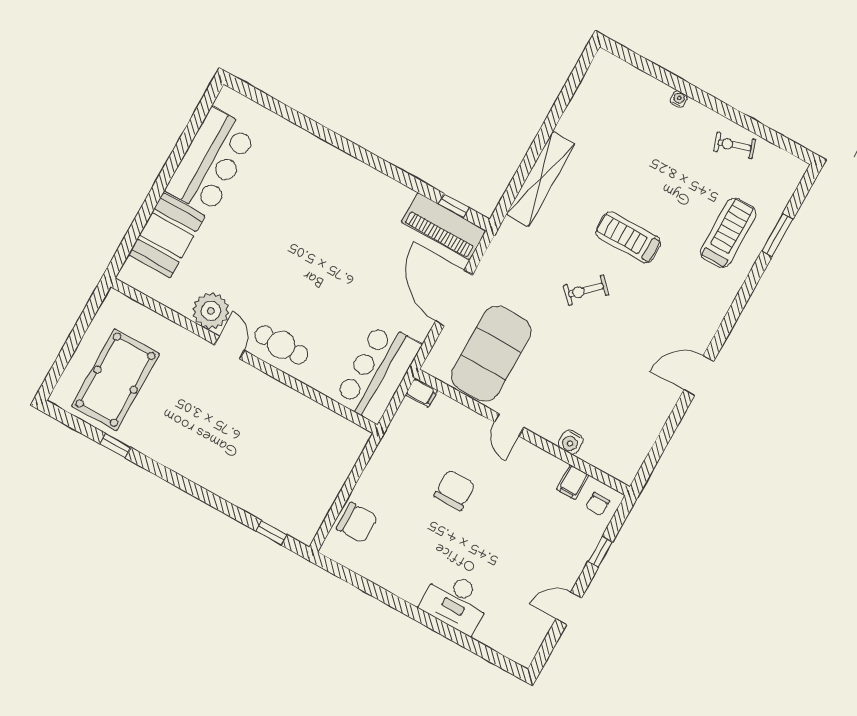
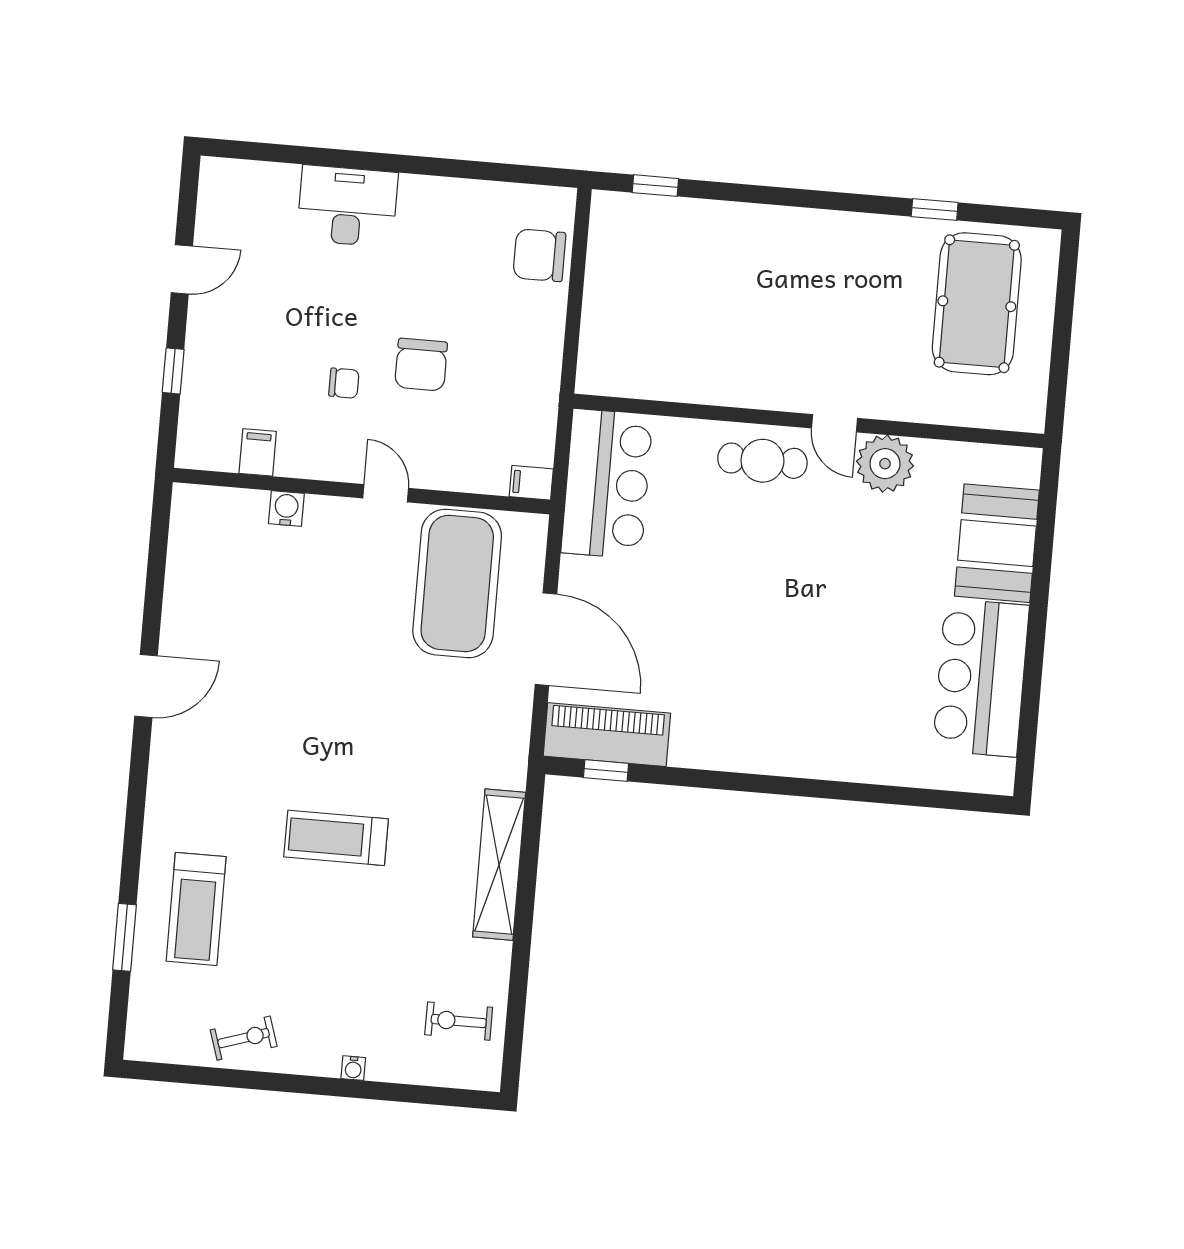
treadmill: (628, 237) -> (336, 838), turned 180
exercise bike: (586, 290) -> (459, 1021), moved, turned -136
chair: (598, 504) -> (344, 383), moved, turned 90

